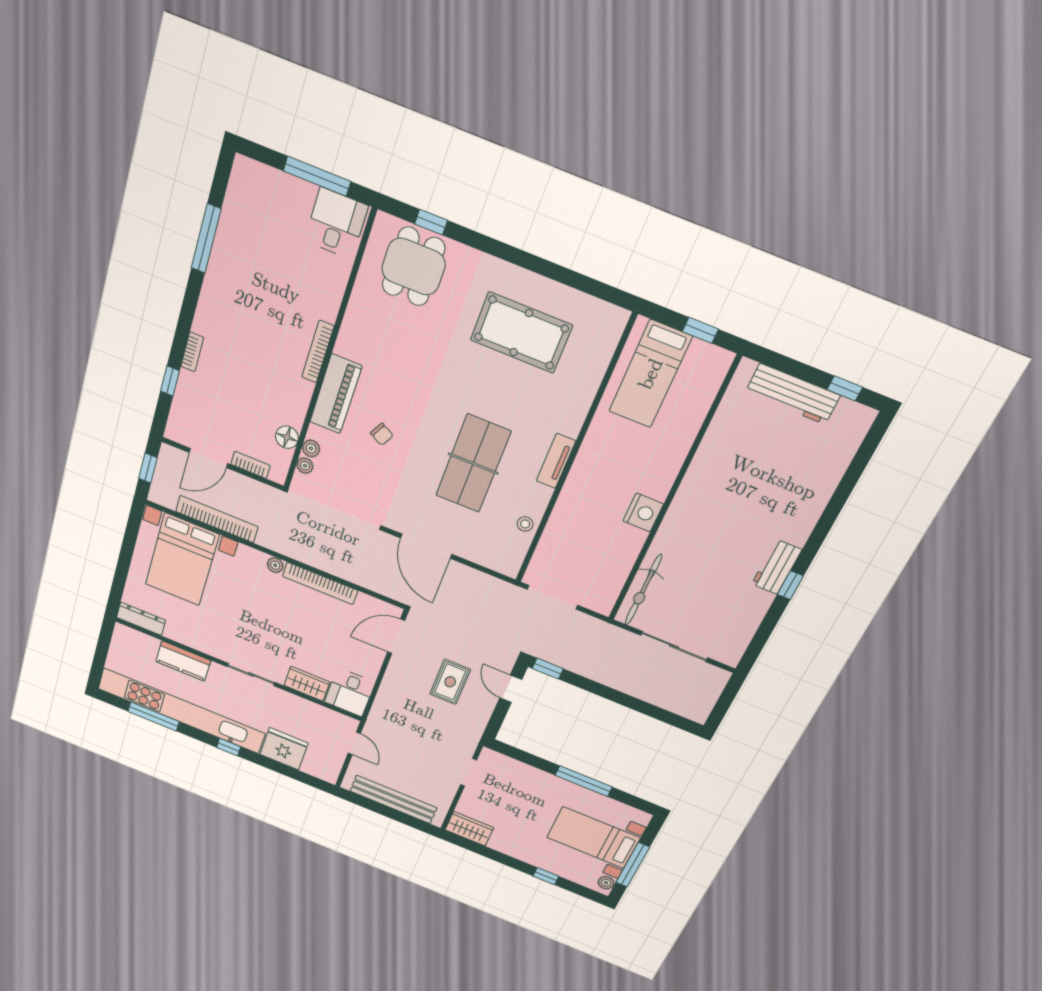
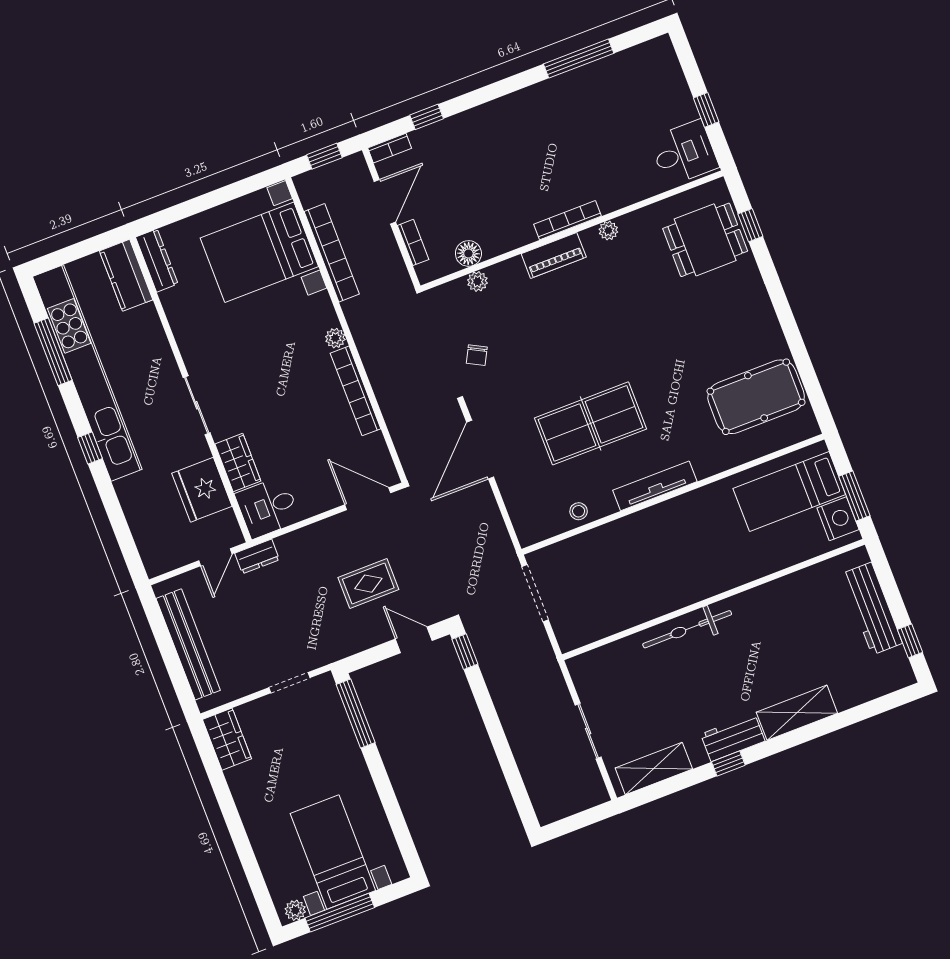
window: (317, 176) -> (706, 110), width x0.46
window: (700, 330) -> (854, 496), width x1.50
pool table: (521, 333) -> (756, 397), moved, turned 90
bookcase: (192, 352) -> (390, 148), moved
piano: (336, 394) -> (554, 255), width x0.73, depth x0.75
chair: (382, 434) -> (477, 355), moved
door: (208, 458) -> (385, 202), swing flipped
tv unit: (556, 461) -> (655, 486), width x1.41
plant: (305, 466) -> (608, 231), moved
nightstand: (643, 512) -> (838, 519), moved, turned -90
shelving: (807, 512) -> (797, 713), added
bicycle: (643, 590) -> (687, 629), moved
shelving: (742, 631) -> (654, 768), added
sliding door: (674, 647) -> (588, 731), width x0.73
kitchen counter: (183, 661) -> (126, 275), moved
door: (511, 689) -> (414, 640), hinge flipped
dresser: (375, 723) -> (257, 556), added
fridge: (284, 749) -> (202, 490), moved, turned 180
window: (584, 781) -> (356, 713), moved
window: (546, 876) -> (246, 853), removed

